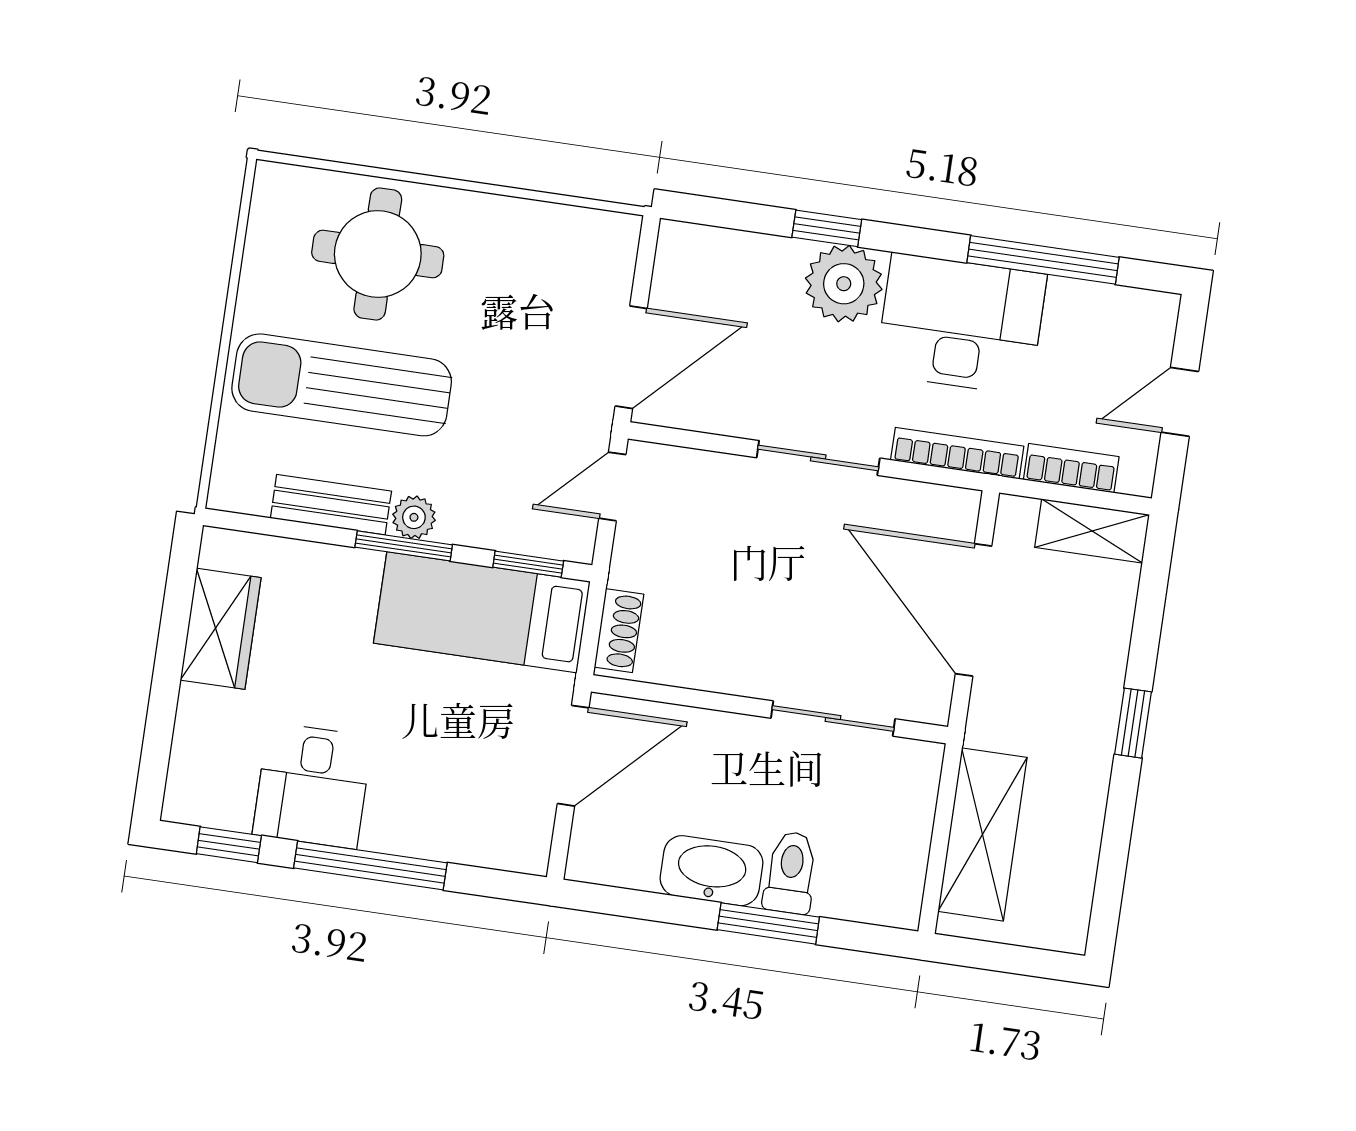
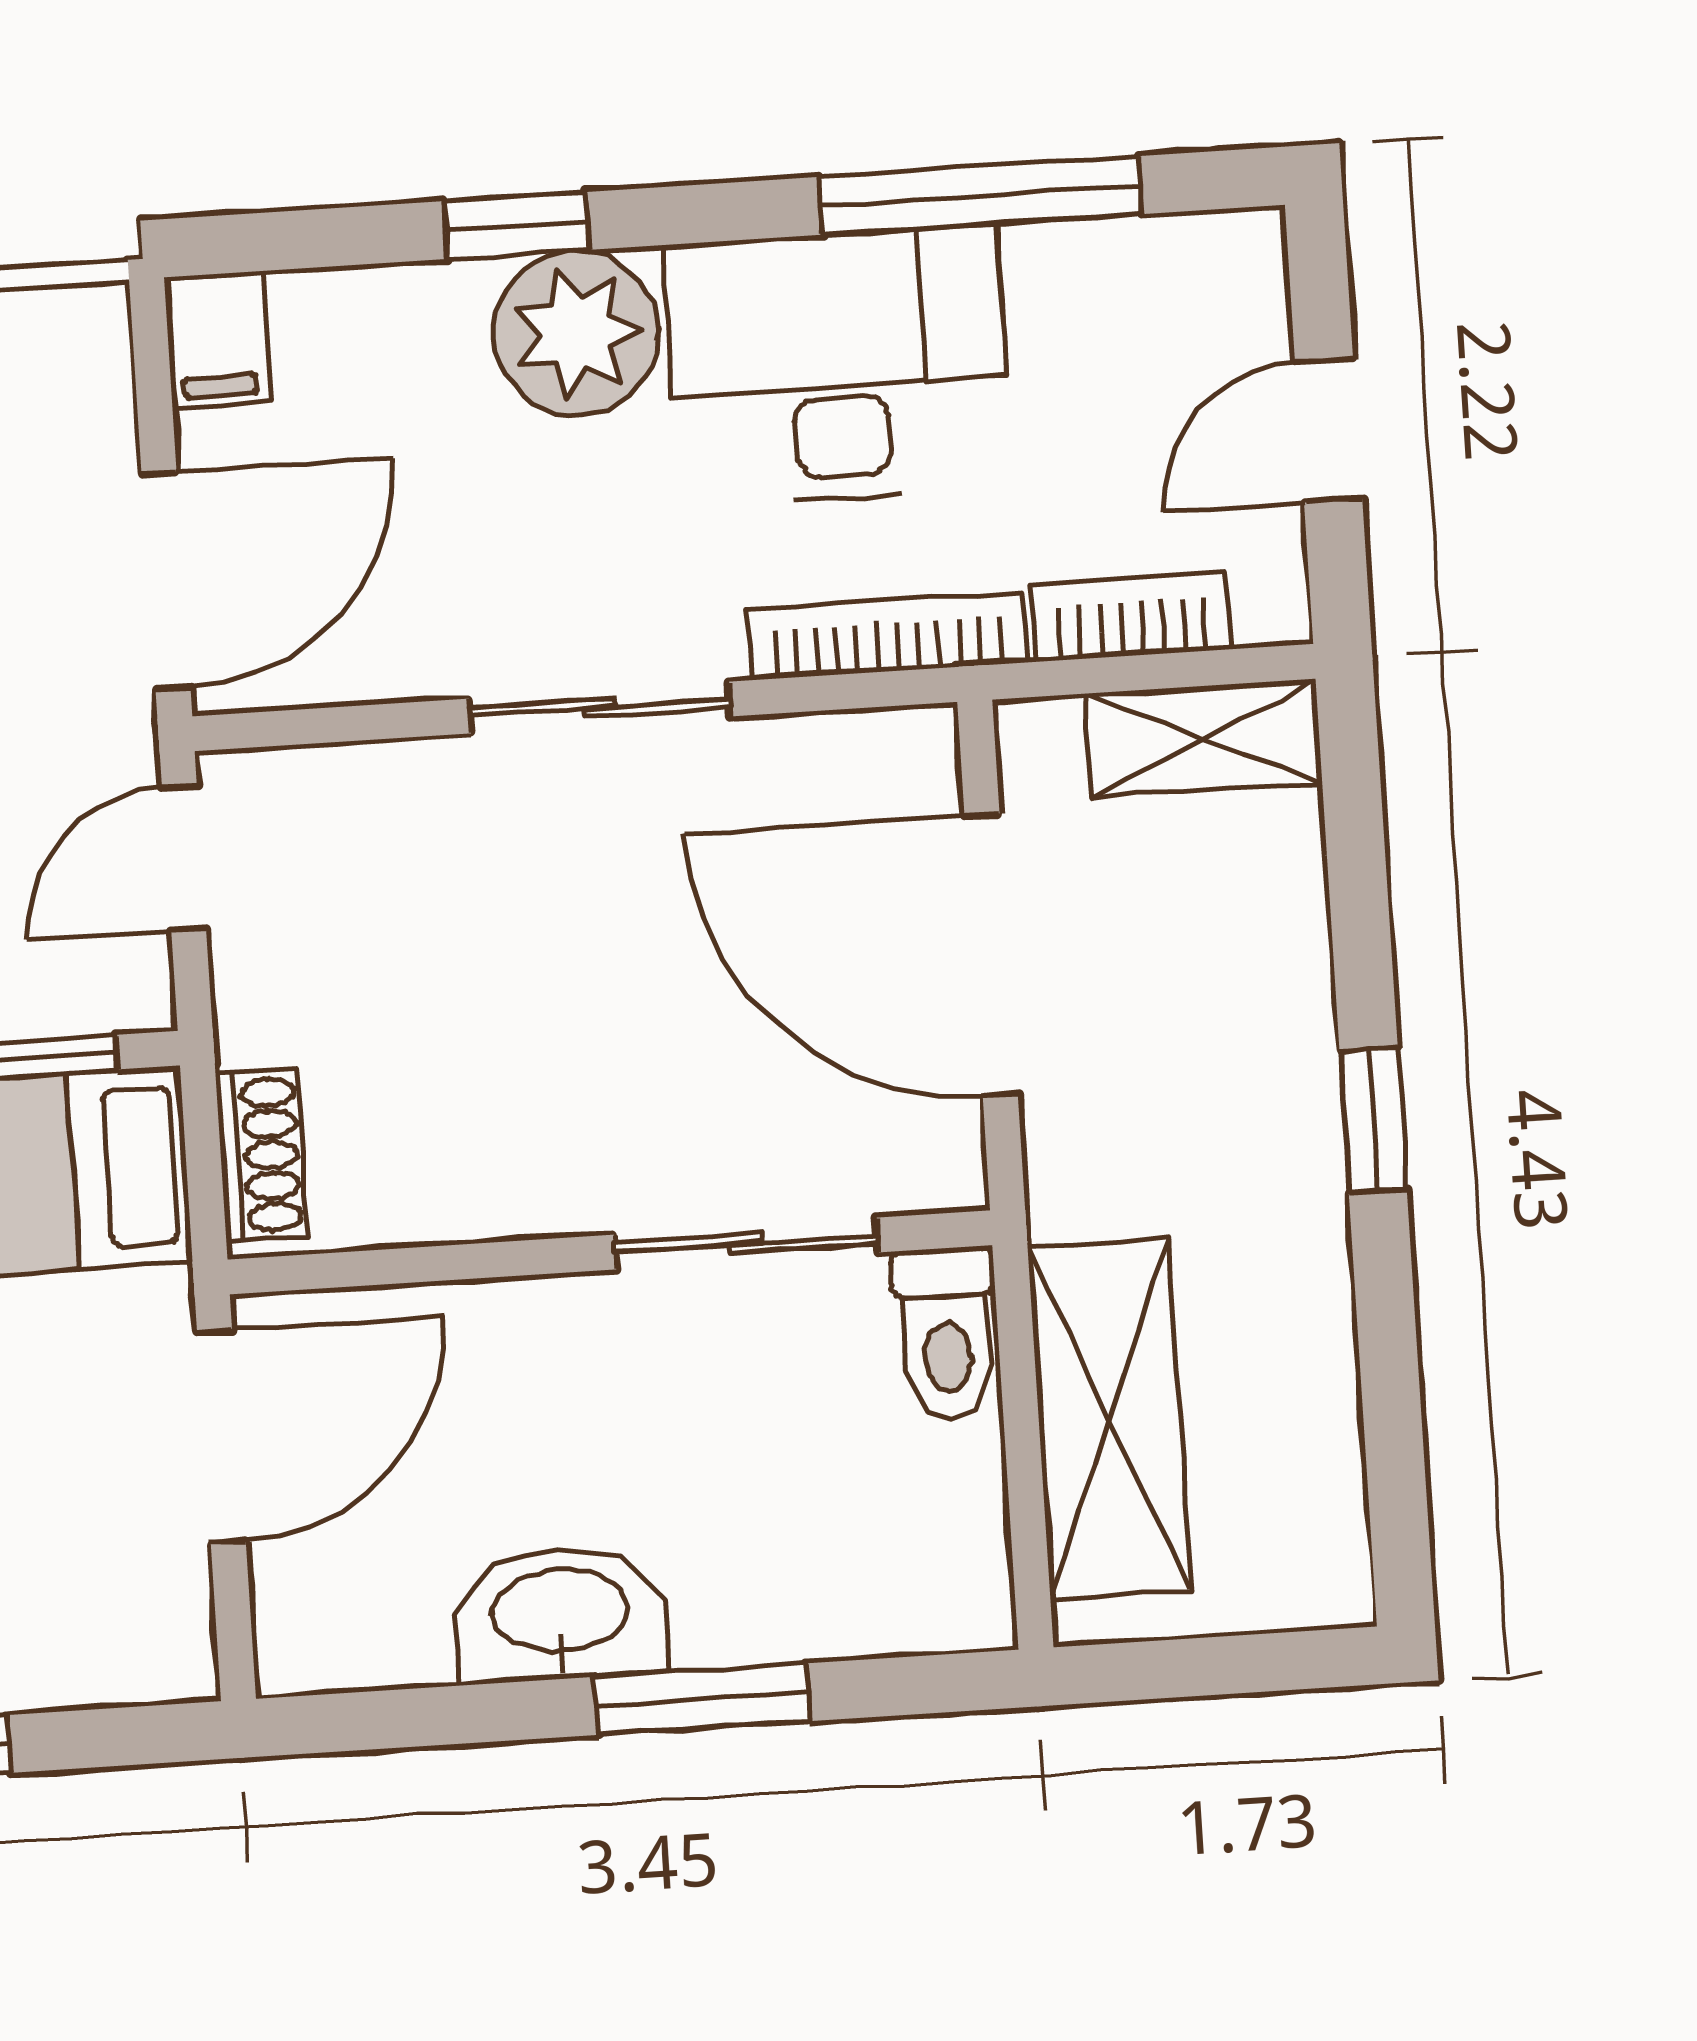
filing cabinet: (678, 252) -> (218, 340), added
toilet: (791, 873) -> (946, 1333), moved, turned 180

